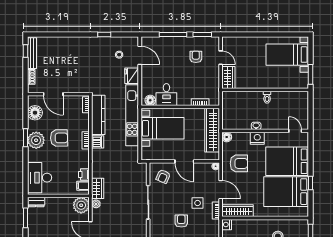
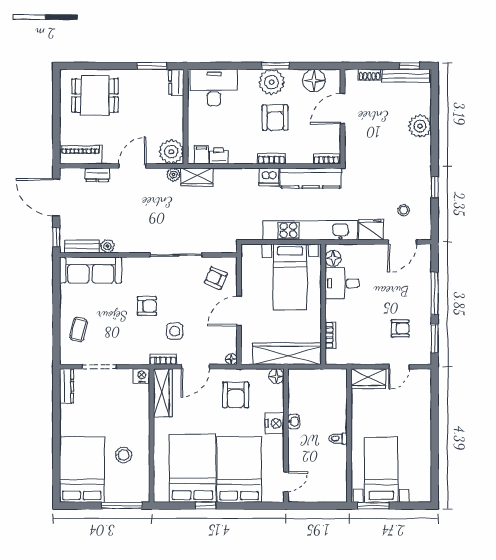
plant: (65, 44) -> (420, 126), added
bed with nightstands: (287, 55) -> (381, 470), moved

